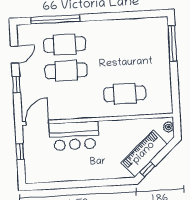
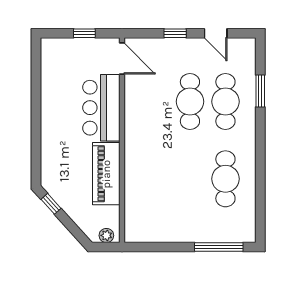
window: (55, 19) -> (260, 91), width x0.47
cafe table: (125, 94) -> (225, 179), moved
piano: (144, 153) -> (106, 174), moved, turned -138

